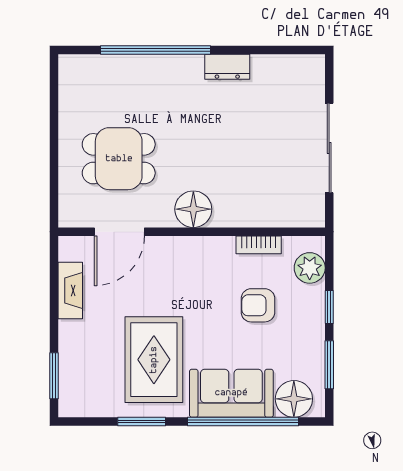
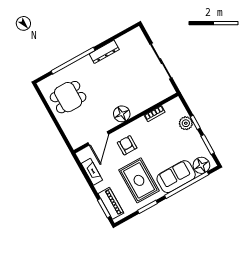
dresser: (227, 67) -> (104, 52), width x1.44
dining table: (119, 159) -> (68, 97), moved
plant: (310, 268) -> (186, 123), moved
armchair: (258, 305) -> (127, 145), moved, turned 90
piano: (73, 374) -> (111, 203), added

